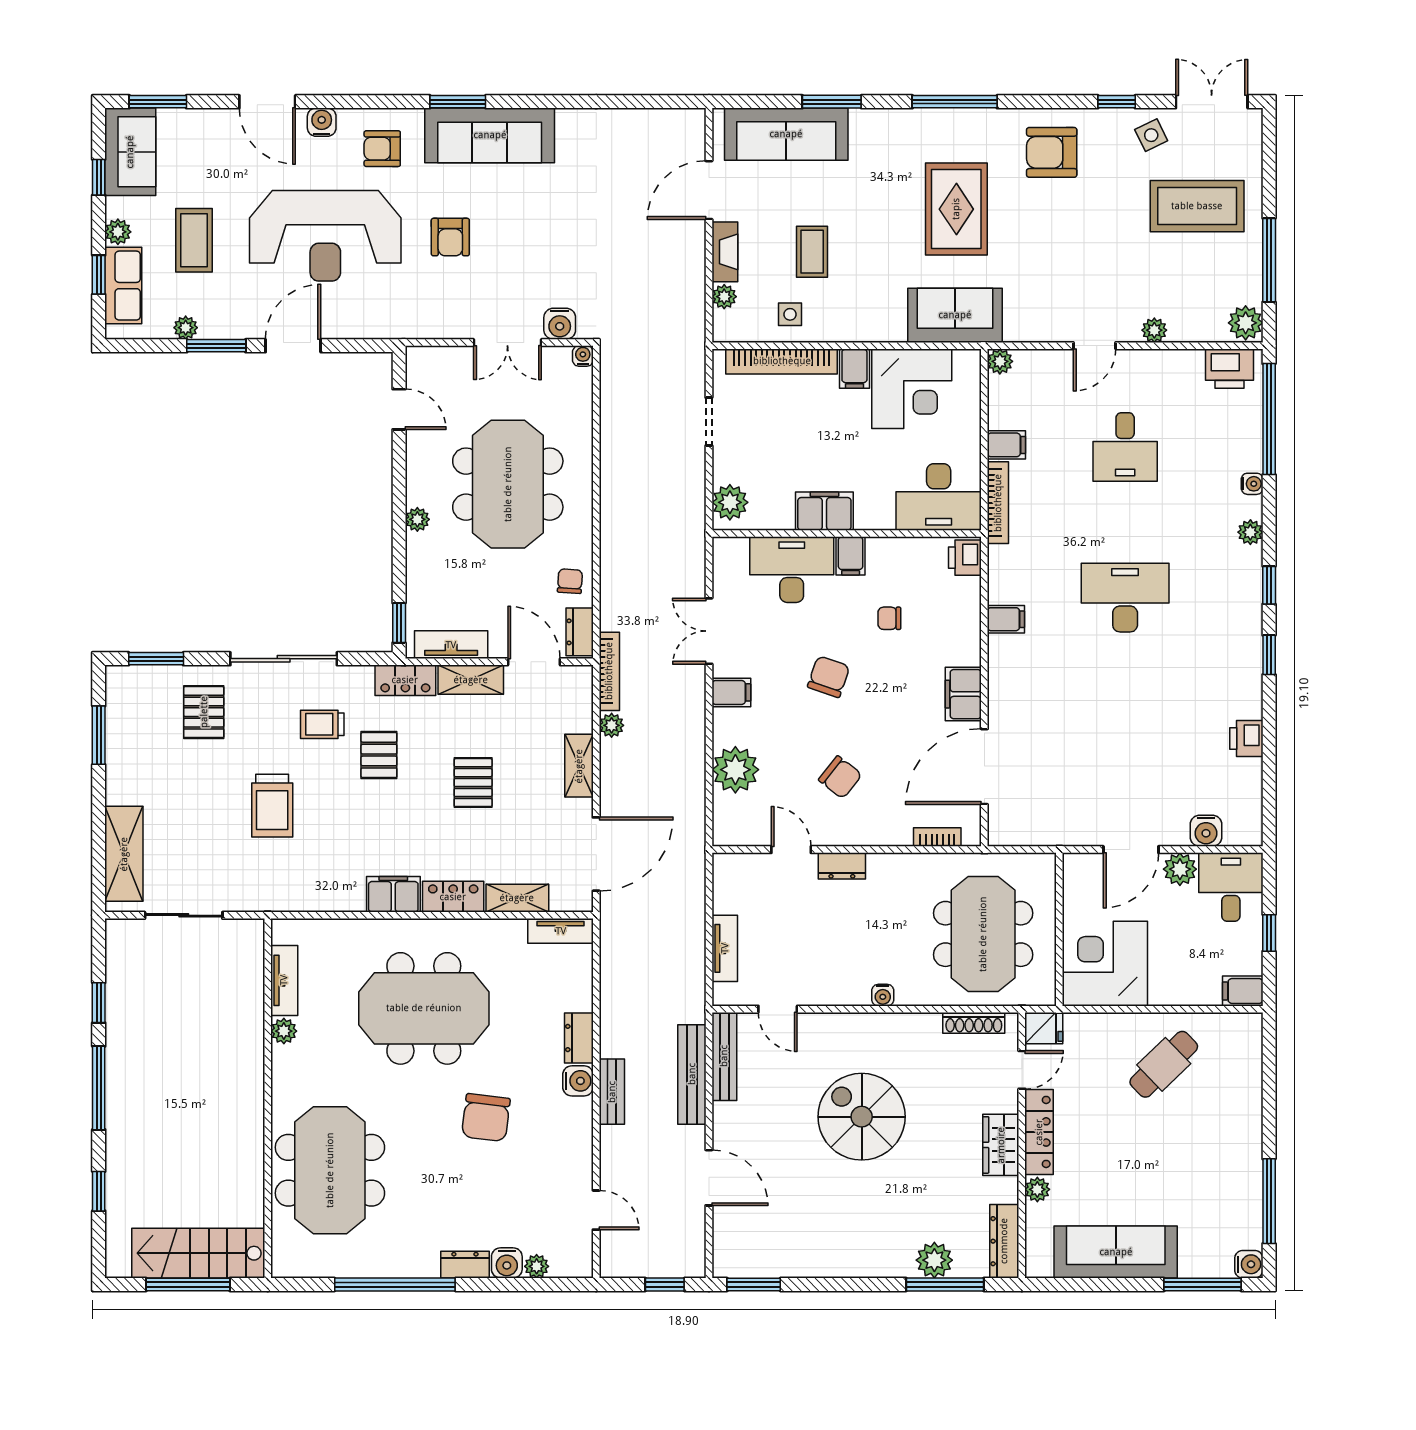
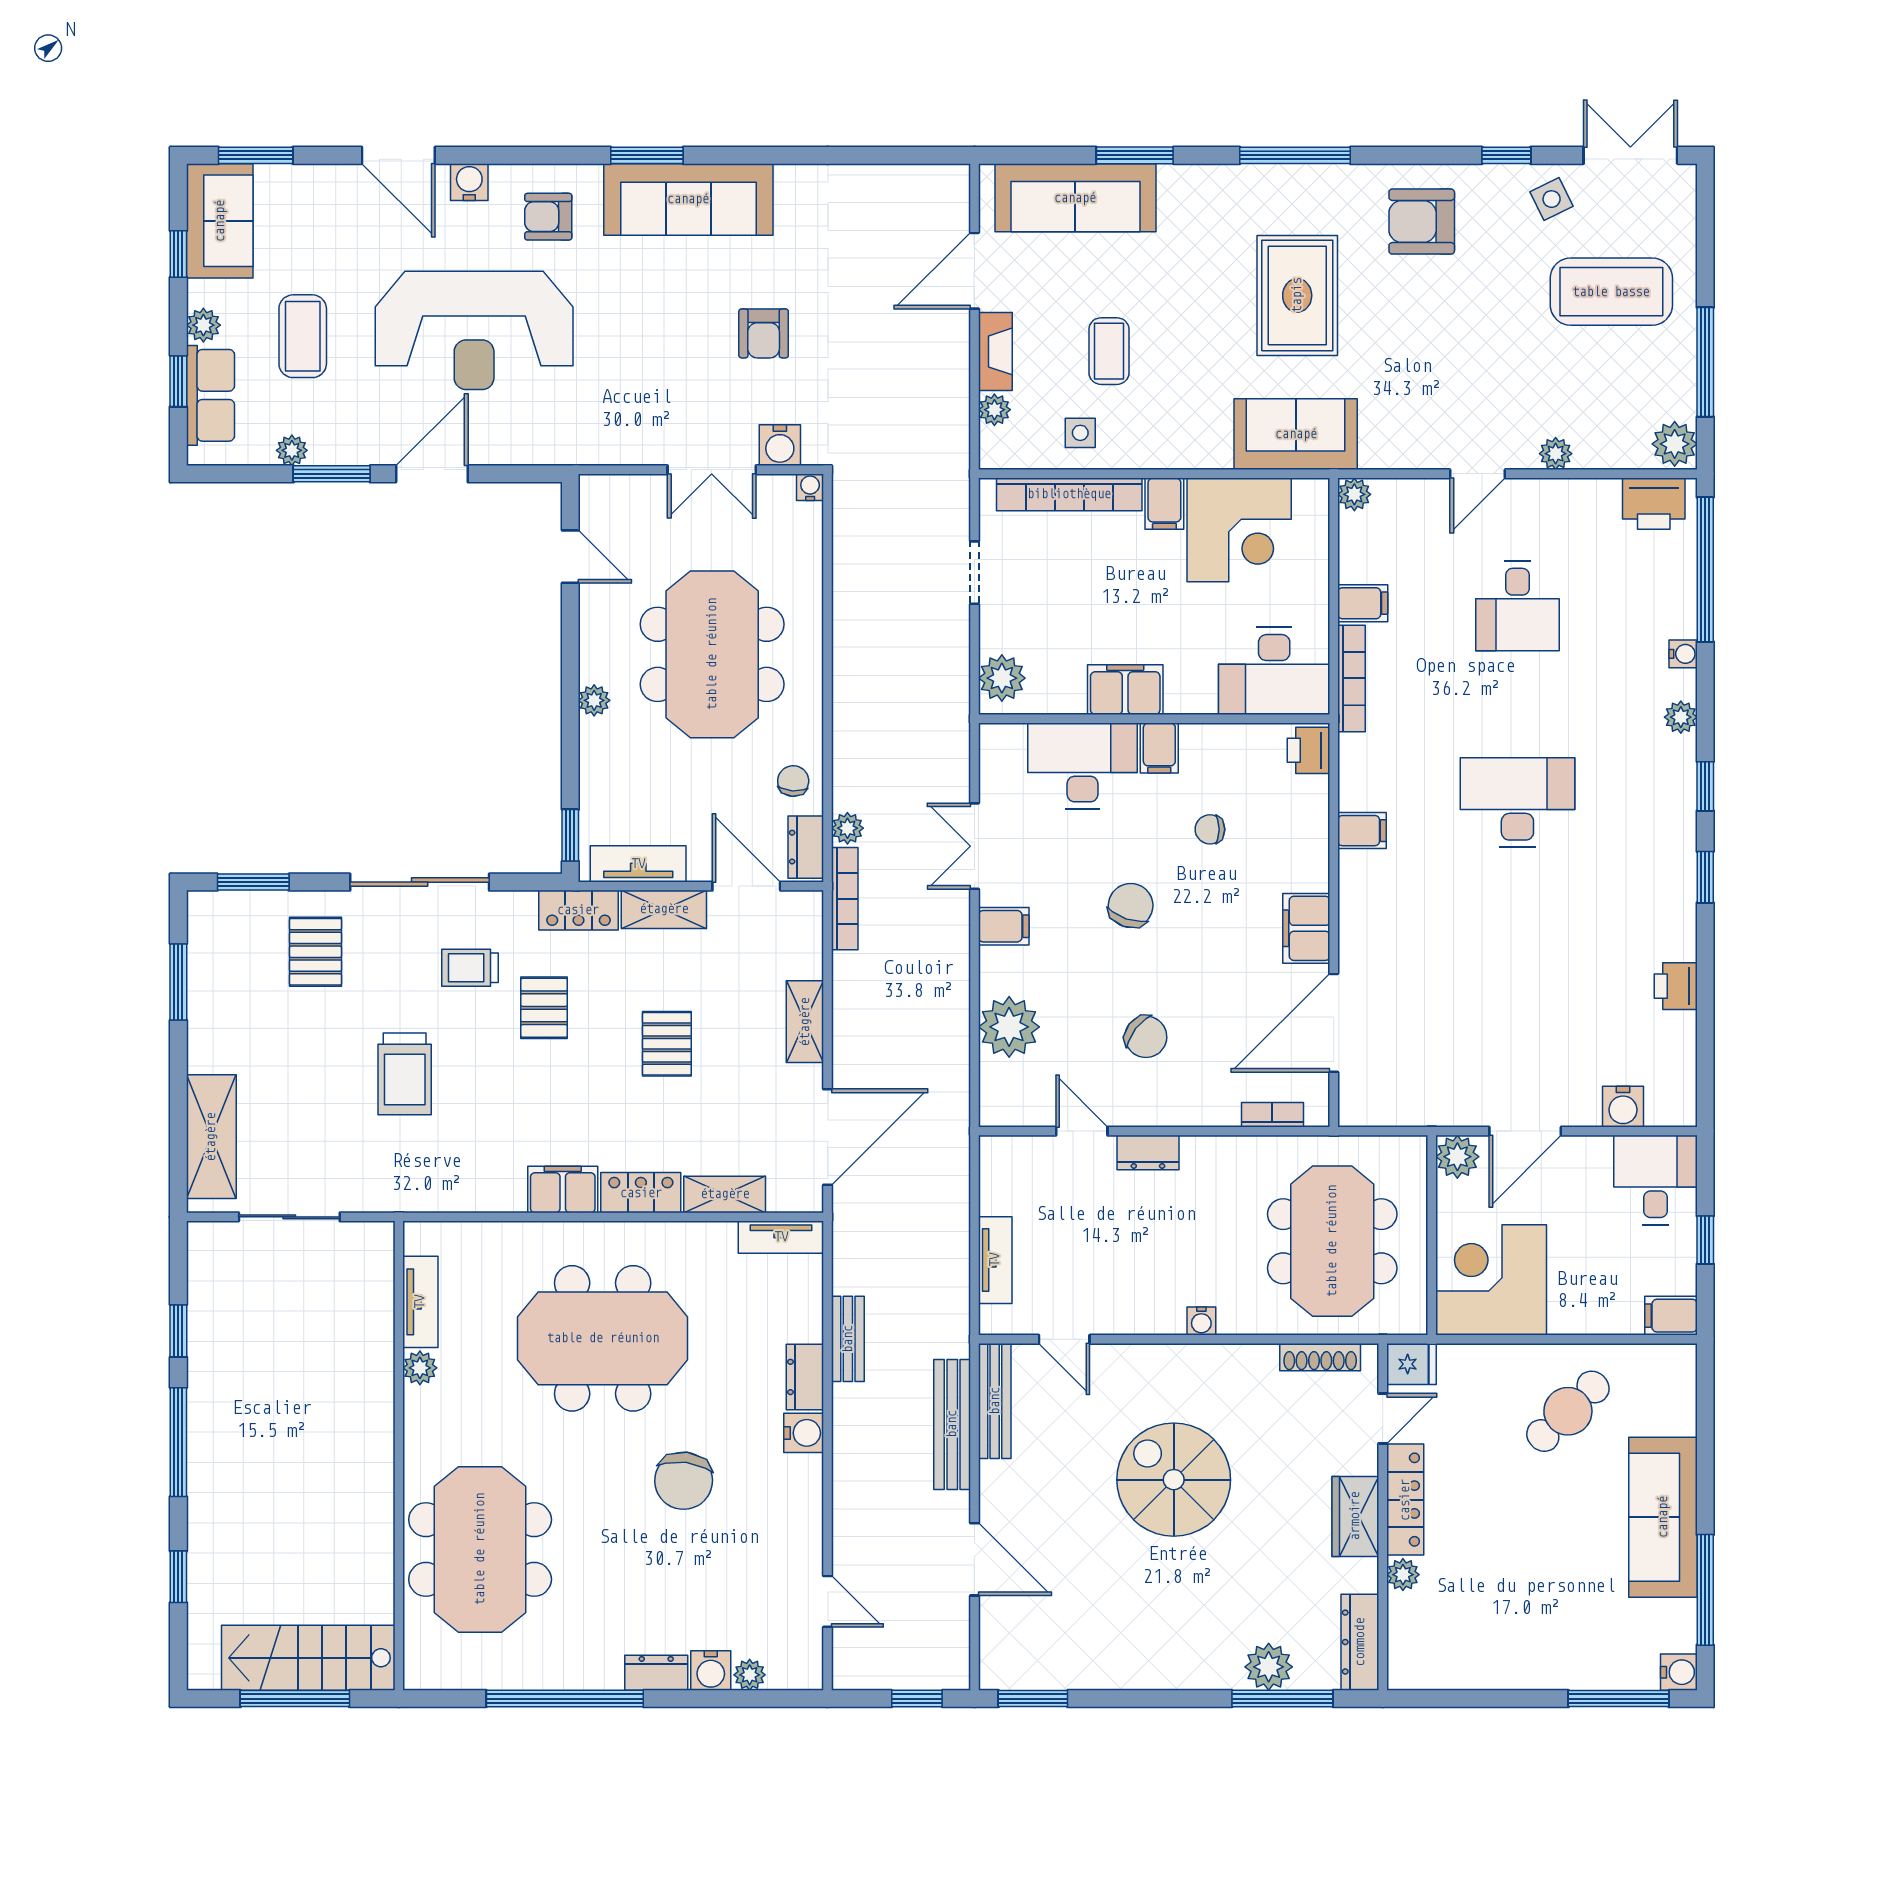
armchair: (450, 237) -> (764, 333), moved
plant: (612, 725) -> (847, 828), moved
plant: (1180, 869) -> (1457, 1157), moved
bench: (612, 1092) -> (848, 1339), moved
sofa: (1116, 1252) -> (1663, 1517), moved, turned -90

